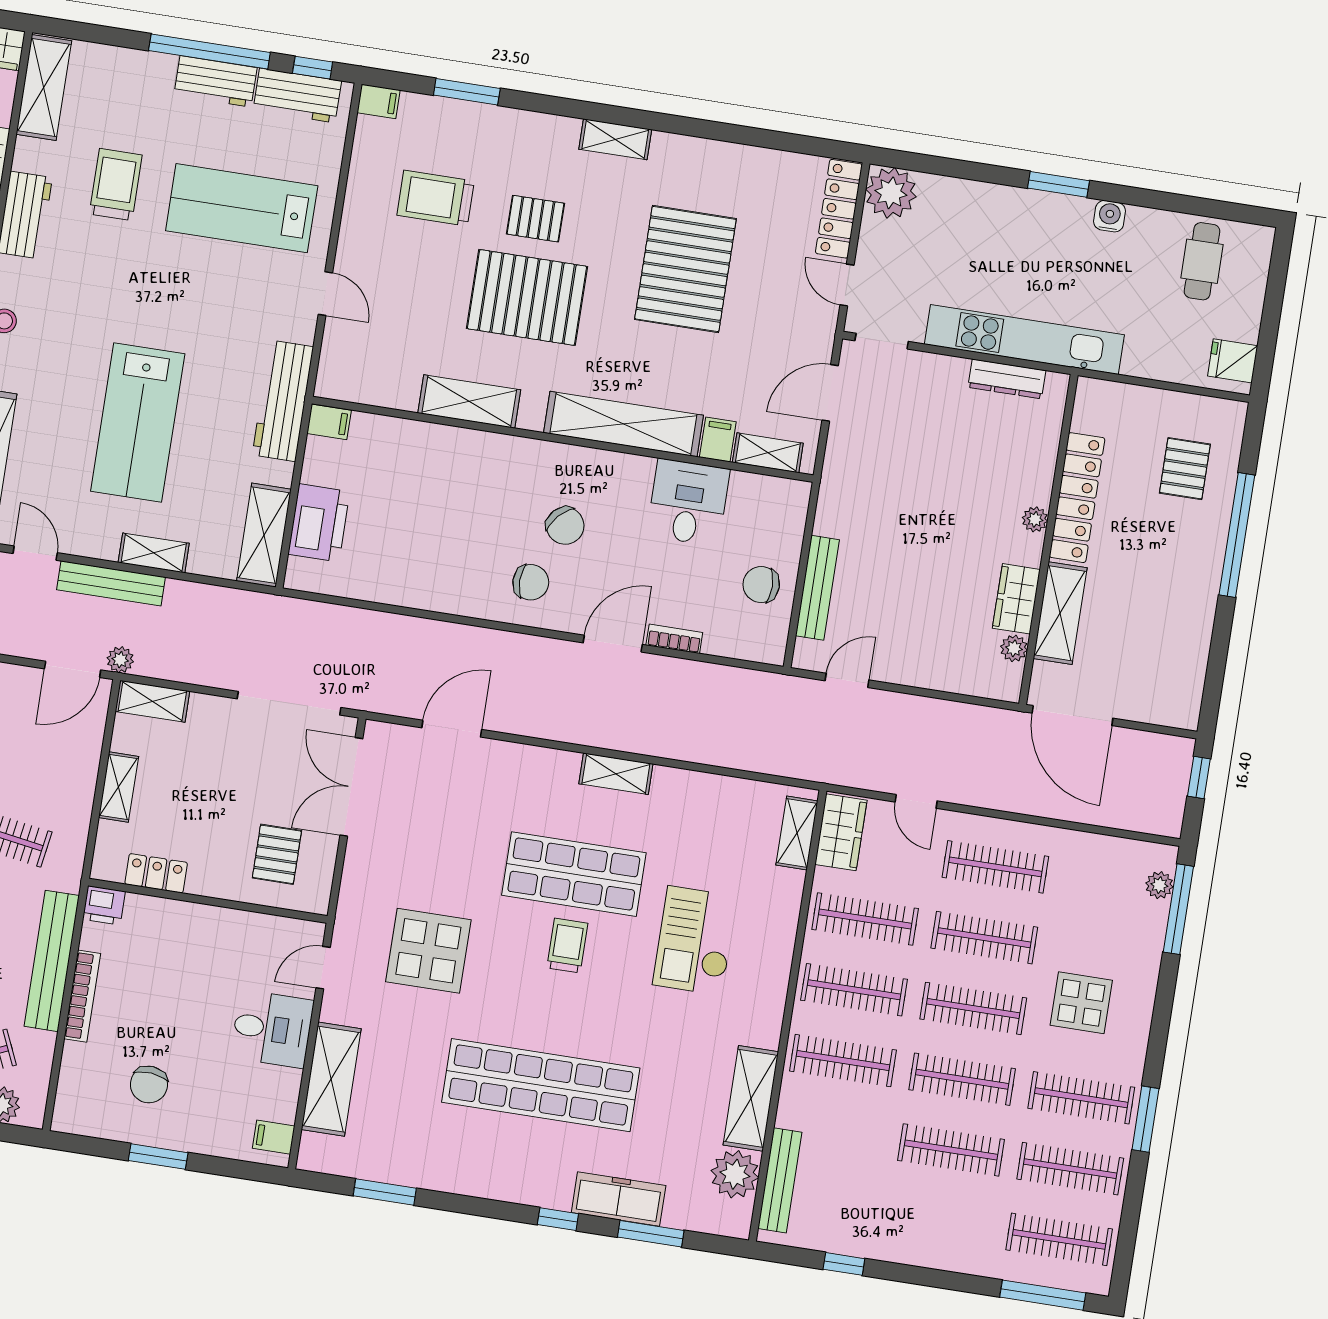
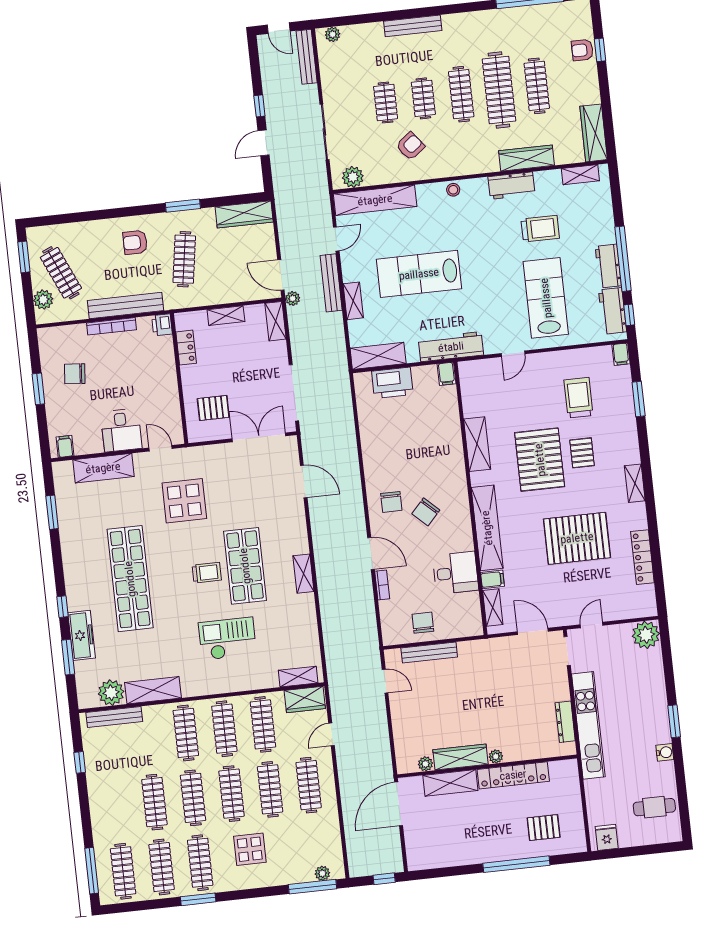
shelving: (44, 88) -> (580, 175), width x0.67, depth x0.75
locker: (839, 209) -> (642, 557), moved, turned -90
wardrobe: (1016, 599) -> (460, 757), width x1.50

